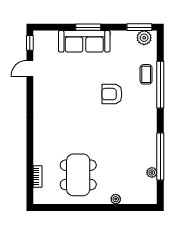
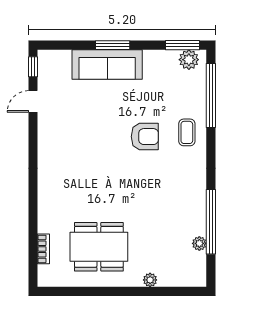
coffee table: (146, 74) -> (187, 132), moved
window: (160, 85) -> (211, 96), moved
armchair: (112, 94) -> (145, 137), turned 180
dining table: (78, 175) -> (99, 247), turned 90

